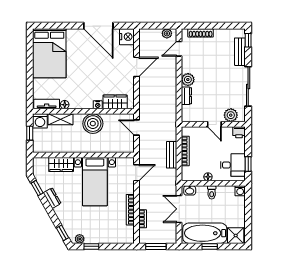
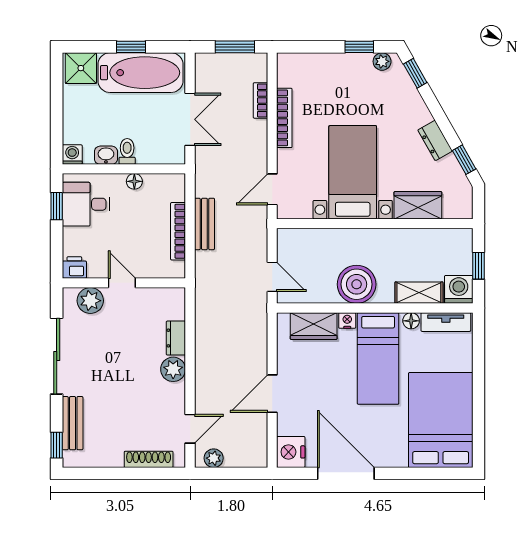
bed: (82, 85) -> (378, 358), added
washbasin: (190, 190) -> (106, 155), moved

